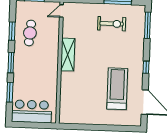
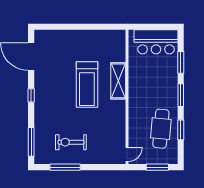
cafe table: (30, 33) -> (161, 129), width x1.37, depth x1.35
shelving: (68, 55) -> (118, 81), moved
treadmill: (117, 89) -> (87, 85), moved

